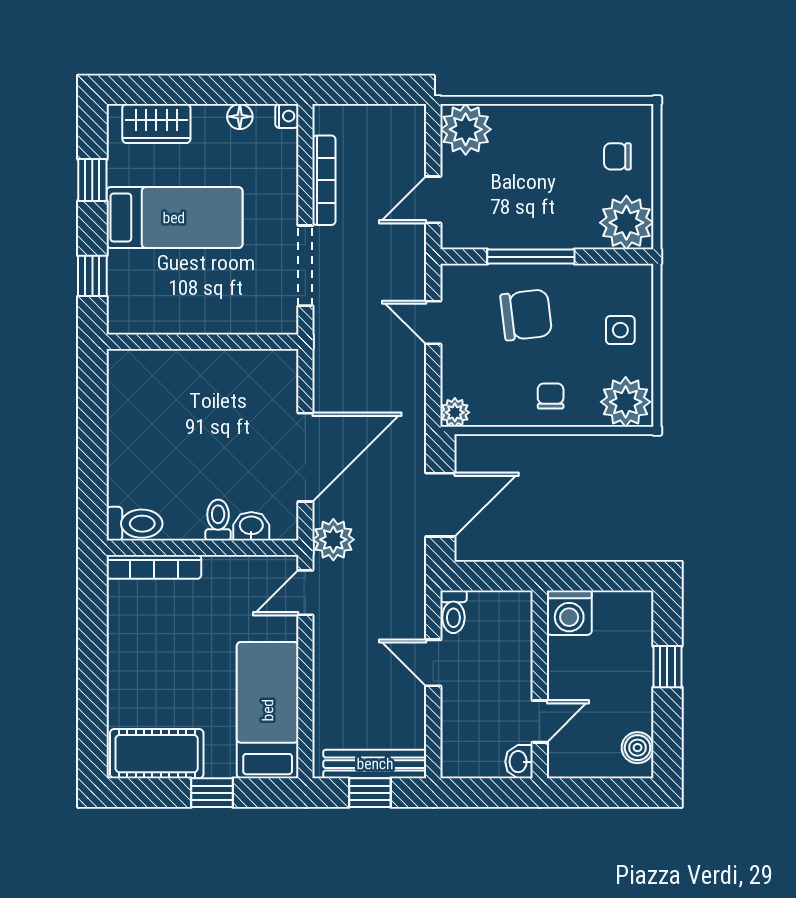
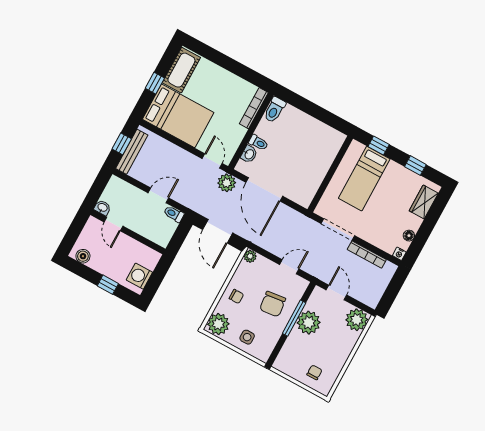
bed: (174, 218) -> (364, 179), moved
plant: (626, 223) -> (309, 323), moved
washing machine: (569, 613) -> (139, 276), moved
bed: (268, 710) -> (178, 116), width x1.50

